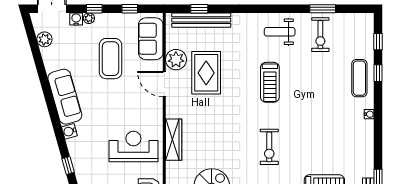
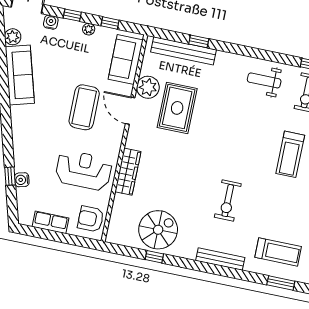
window: (199, 9) -> (199, 41), moved
plant: (89, 18) -> (89, 29), moved
coffee table: (110, 59) -> (84, 107), moved
treadmill: (270, 82) -> (290, 154), moved
sofa: (65, 97) -> (20, 75), moved
water cooler: (69, 131) -> (22, 180), moved

